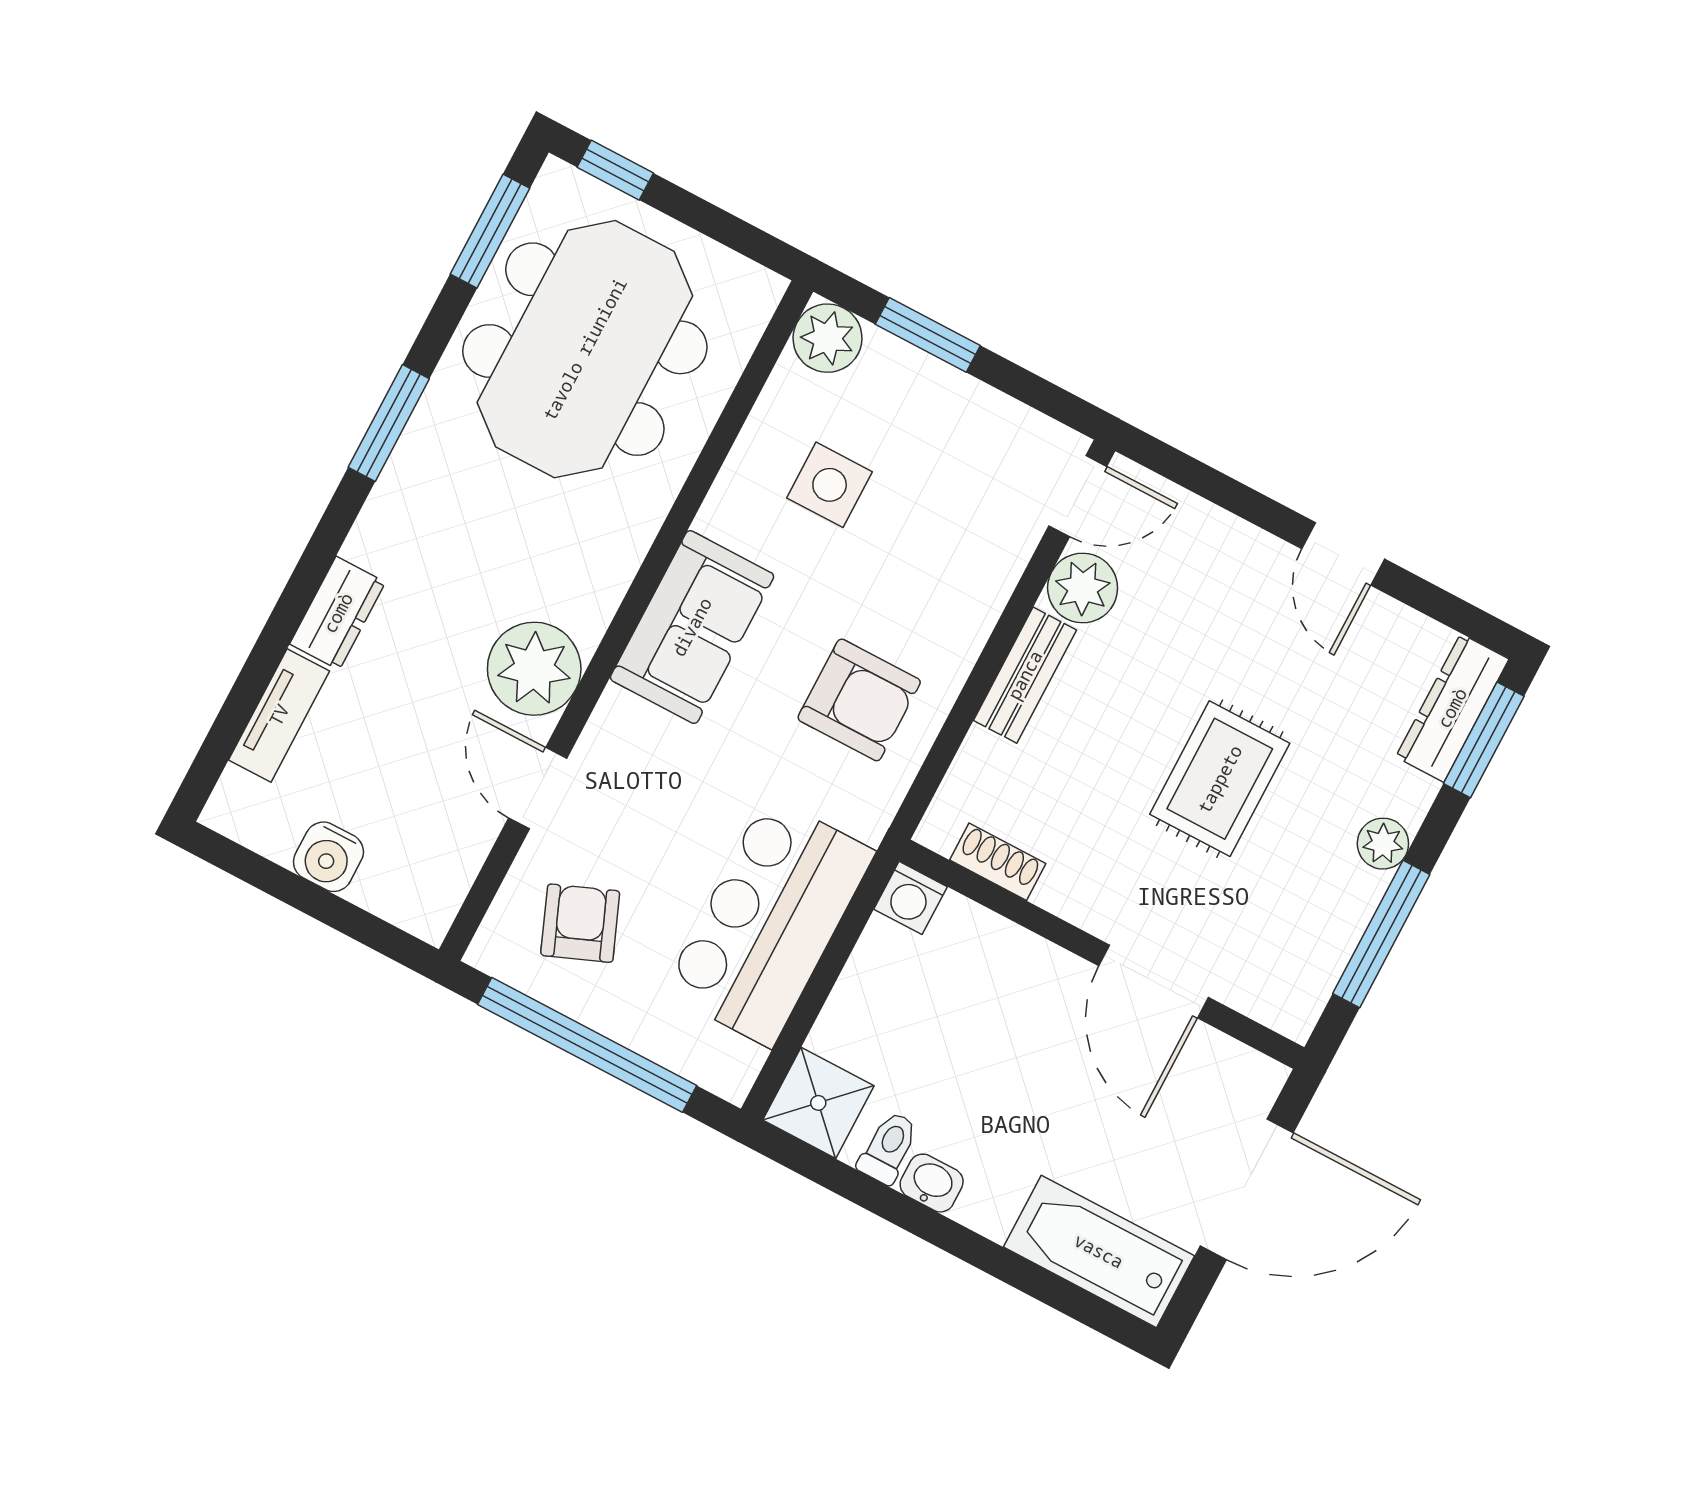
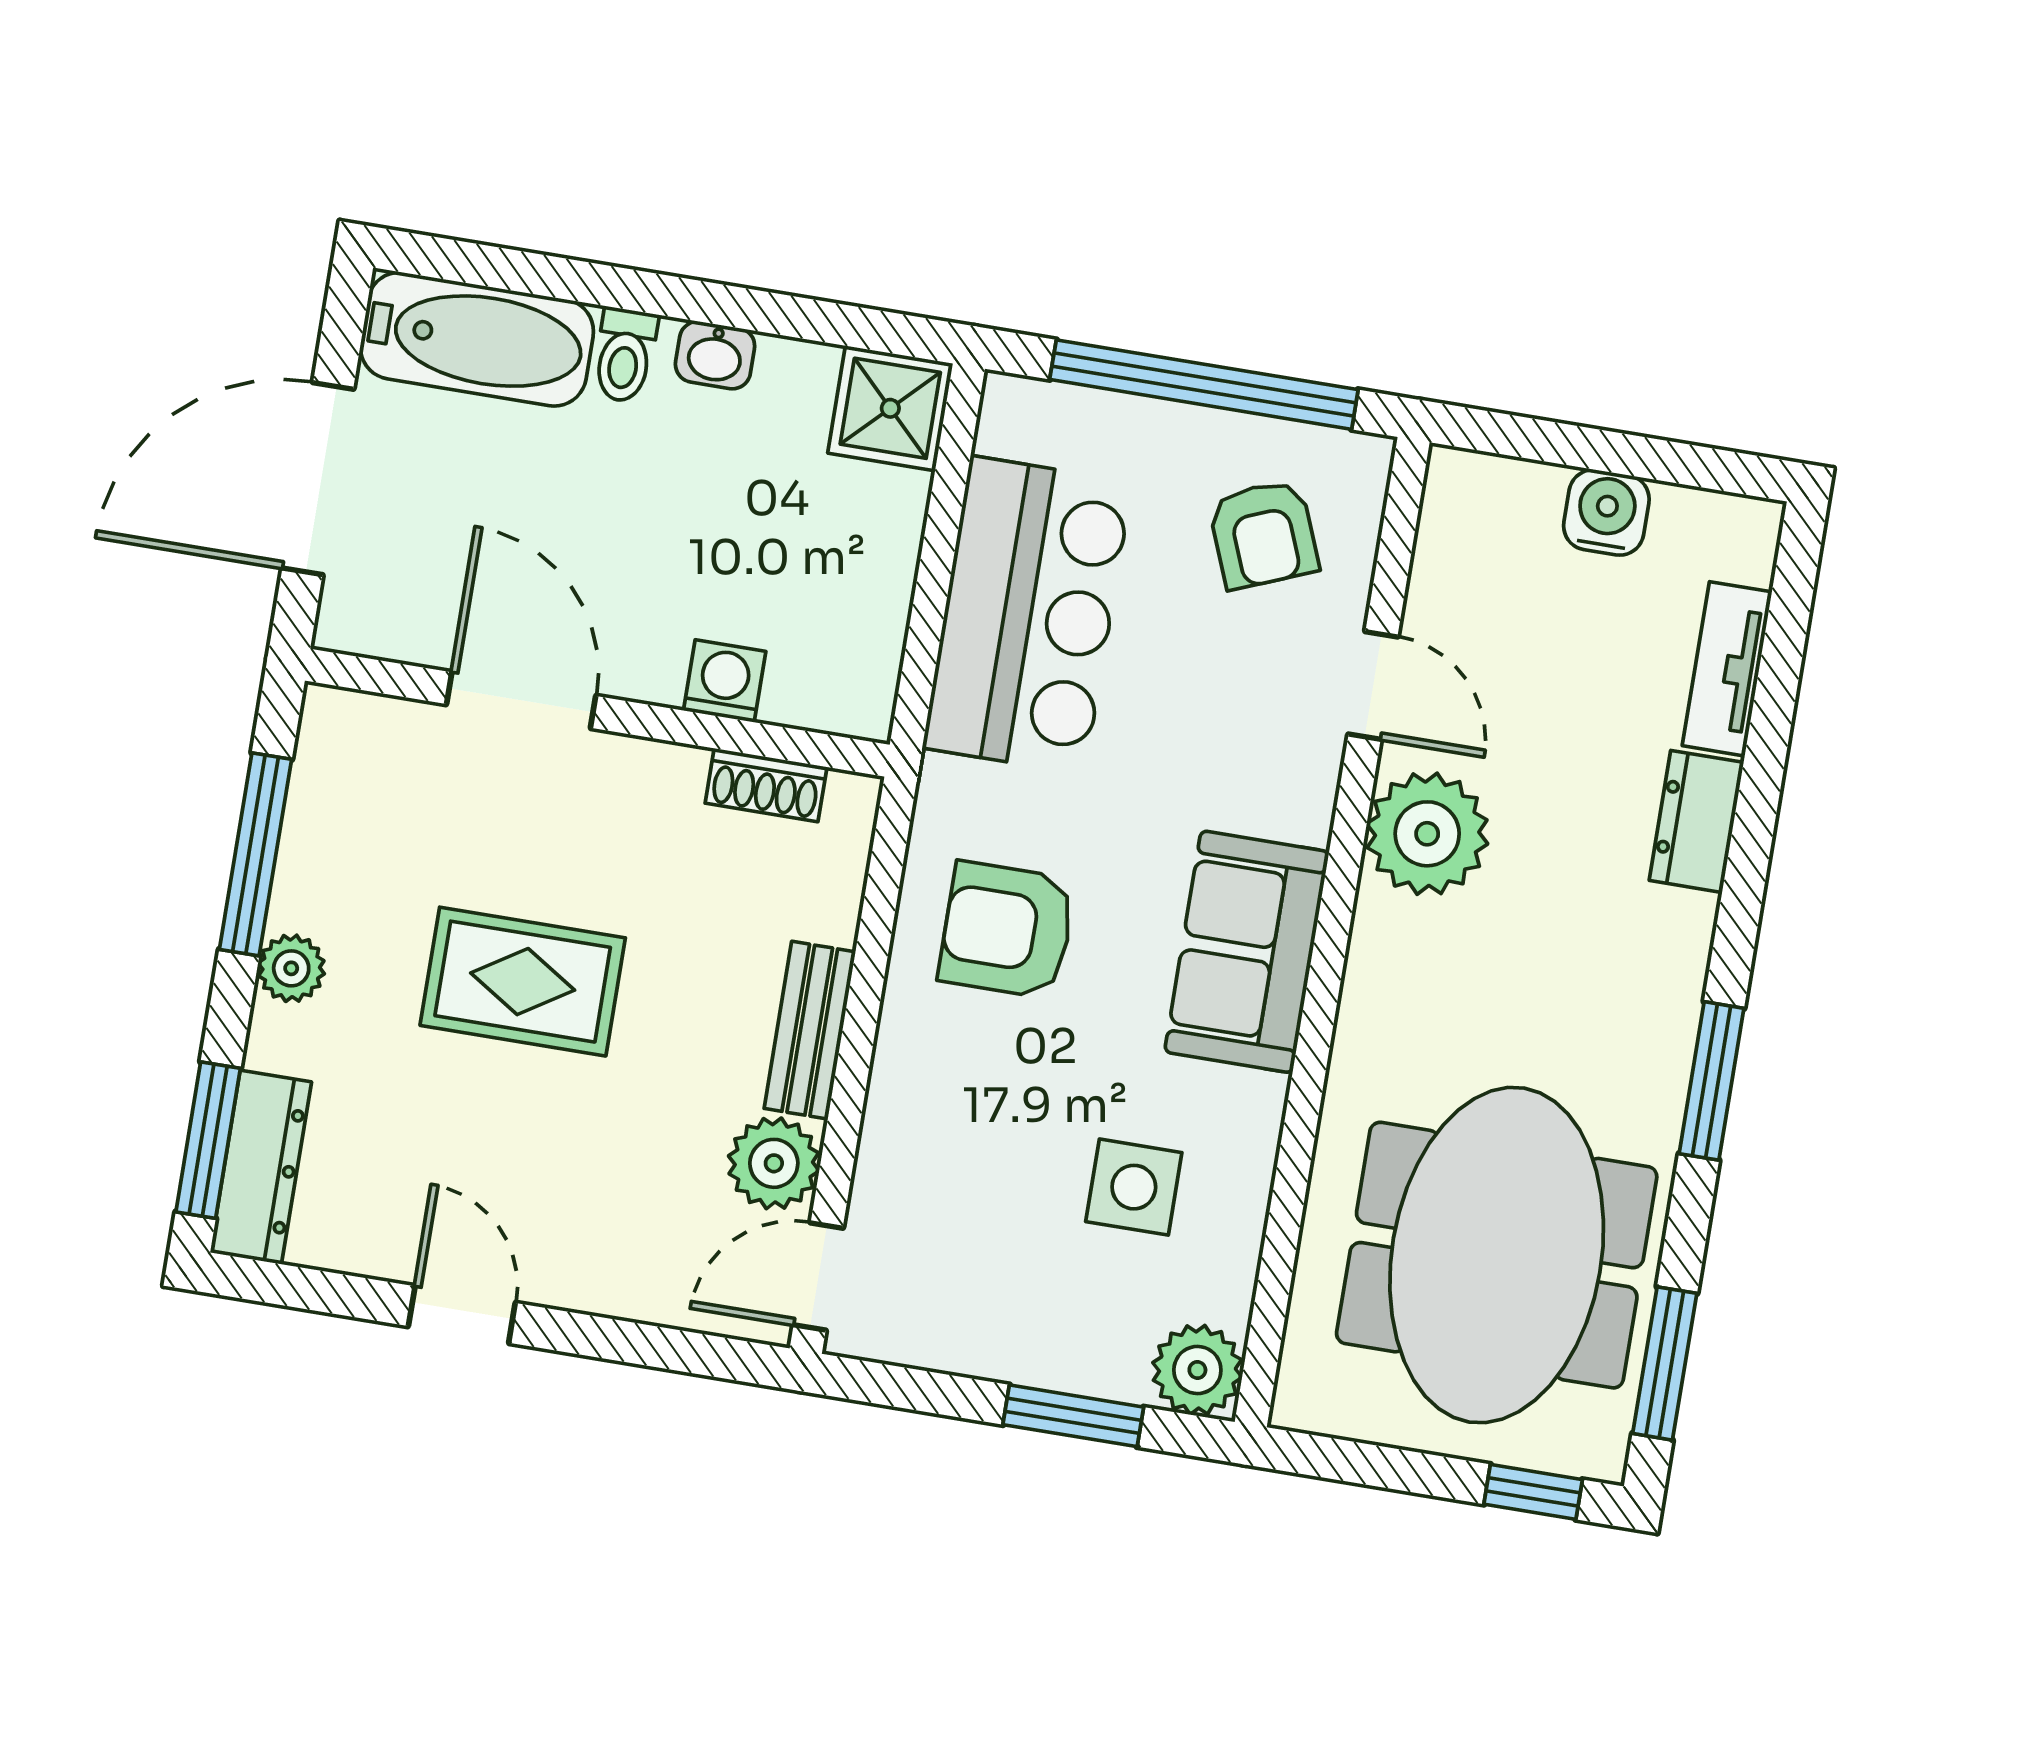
rug: (1220, 779) -> (523, 982), turned 90
washing machine: (911, 898) -> (725, 681), moved
toilet: (888, 1148) -> (625, 355), moved

